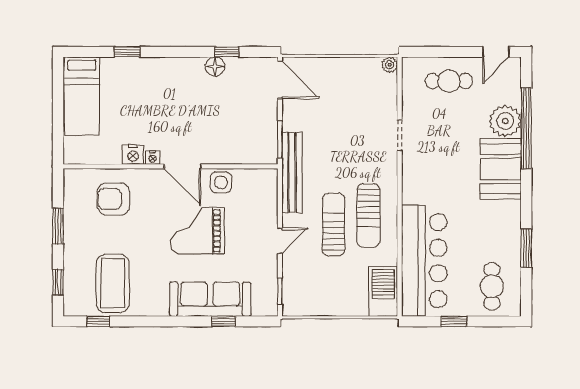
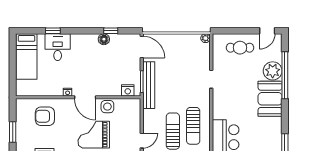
desk: (135, 80) -> (58, 47), added
nightstand: (133, 155) -> (128, 90), moved
bench: (292, 173) -> (149, 85), moved

